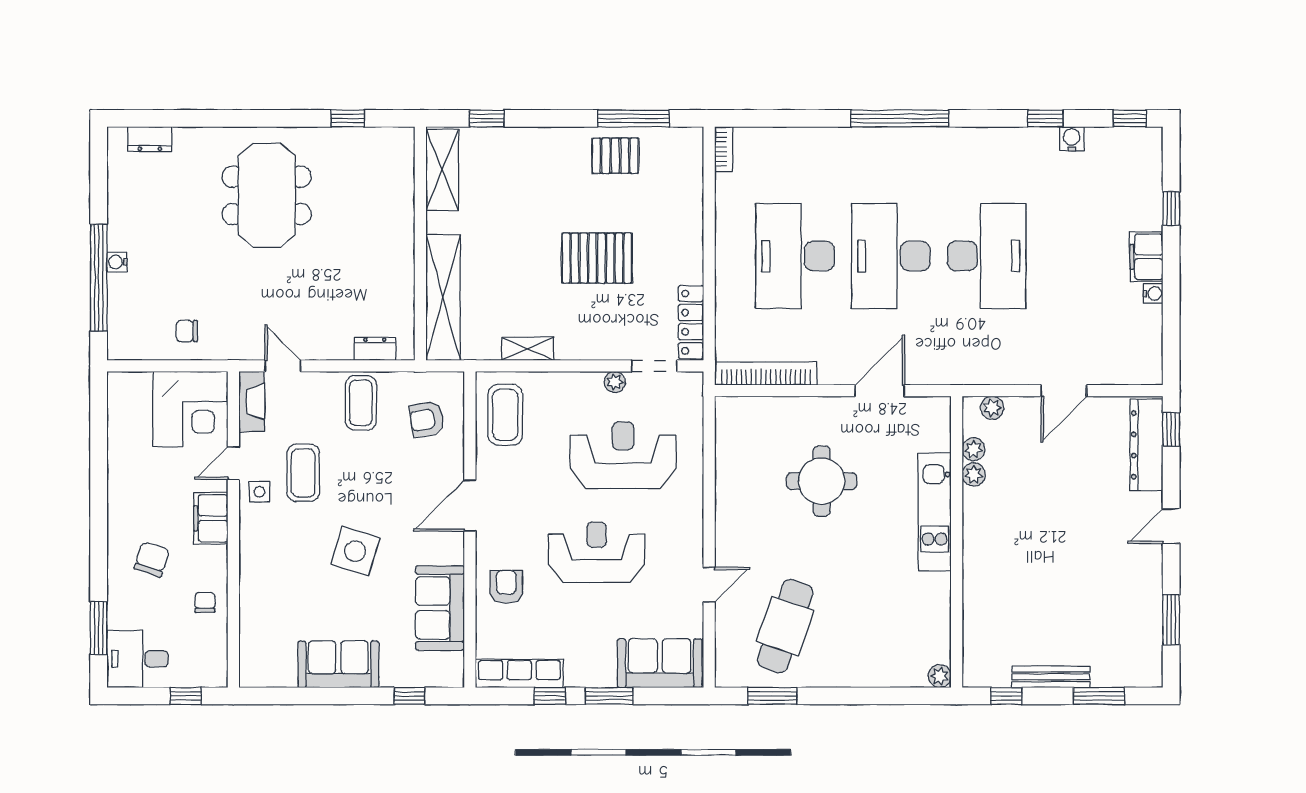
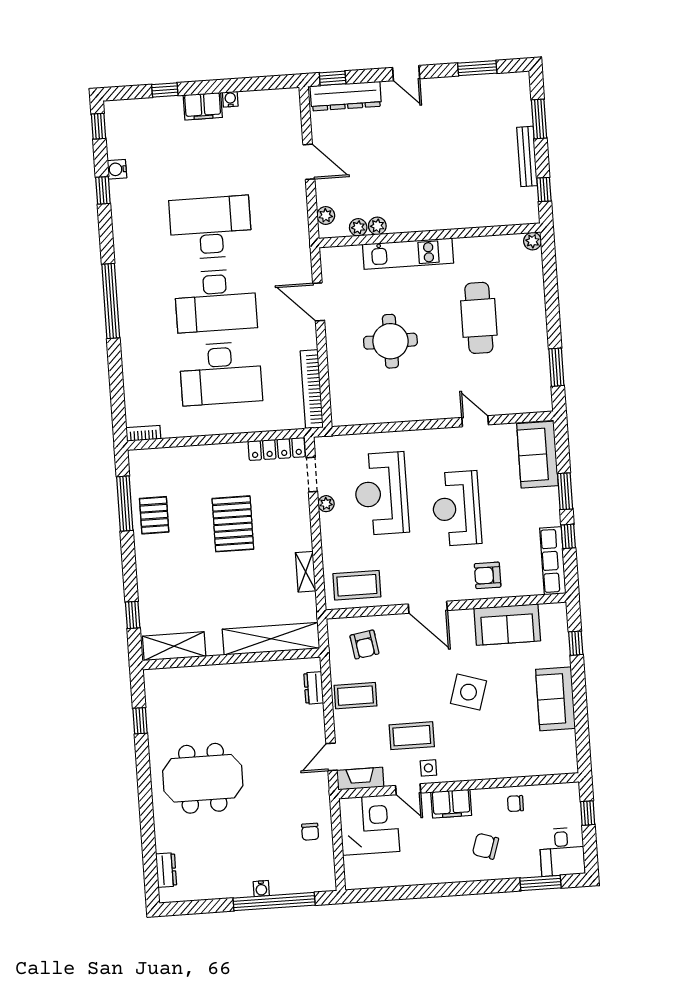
cafe table: (785, 626) -> (479, 318), moved, turned 71

